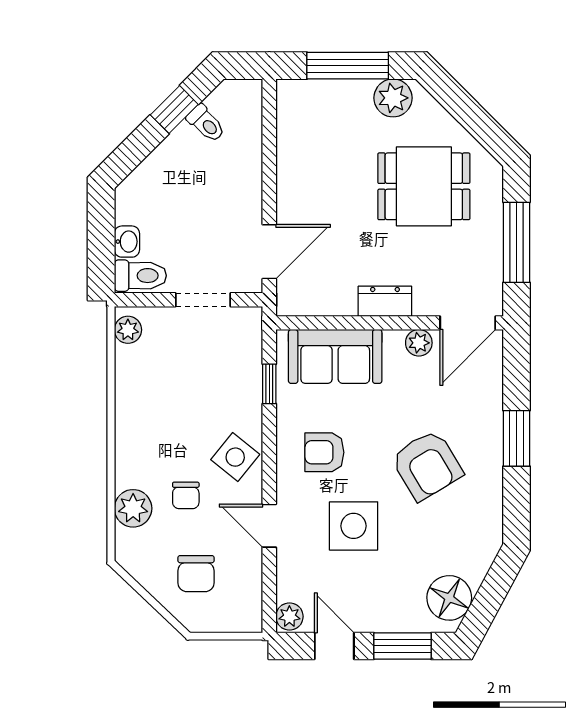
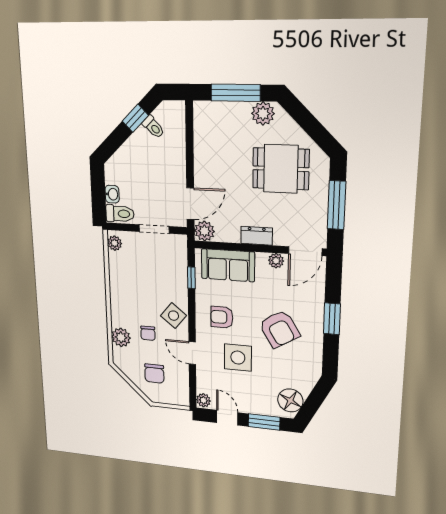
plant: (294, 298) -> (204, 231), added

